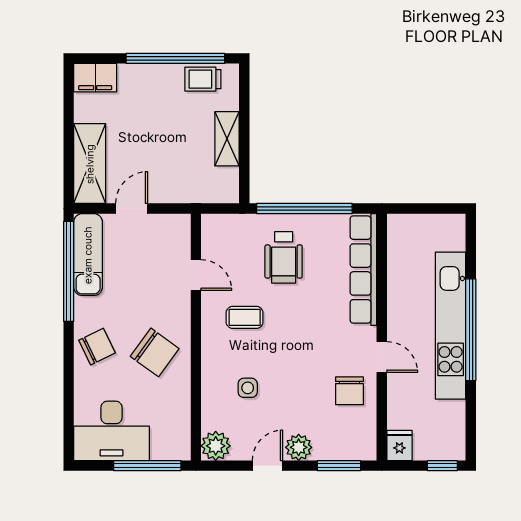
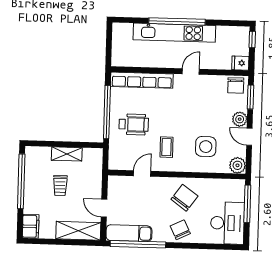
trolley: (203, 79) -> (60, 186), moved
side table: (248, 388) -> (206, 147), width x1.87, depth x1.87
chair: (349, 391) -> (236, 85), moved, turned 90

